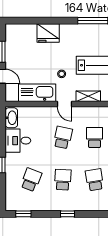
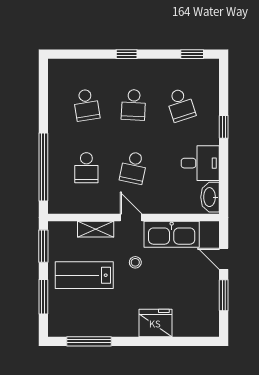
school desk: (31, 180) -> (181, 105), turned -39

